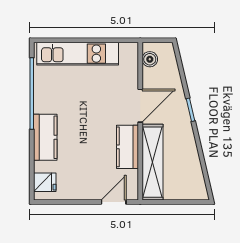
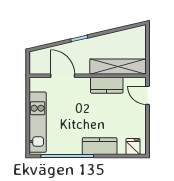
boiler: (150, 59) -> (42, 69), removed
door: (140, 106) -> (63, 76), moved

